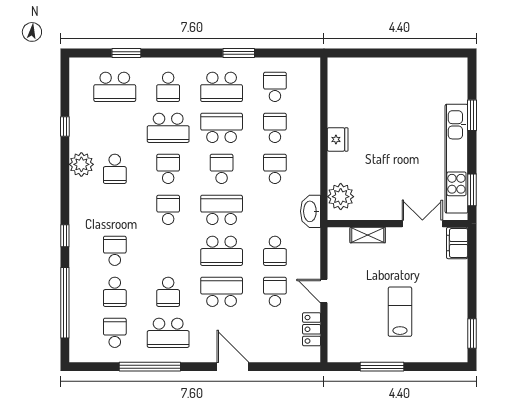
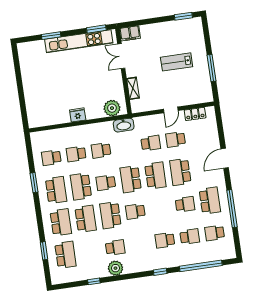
school desk: (168, 87) -> (61, 222), width x1.85
school desk: (168, 169) -> (110, 215), width x1.85

